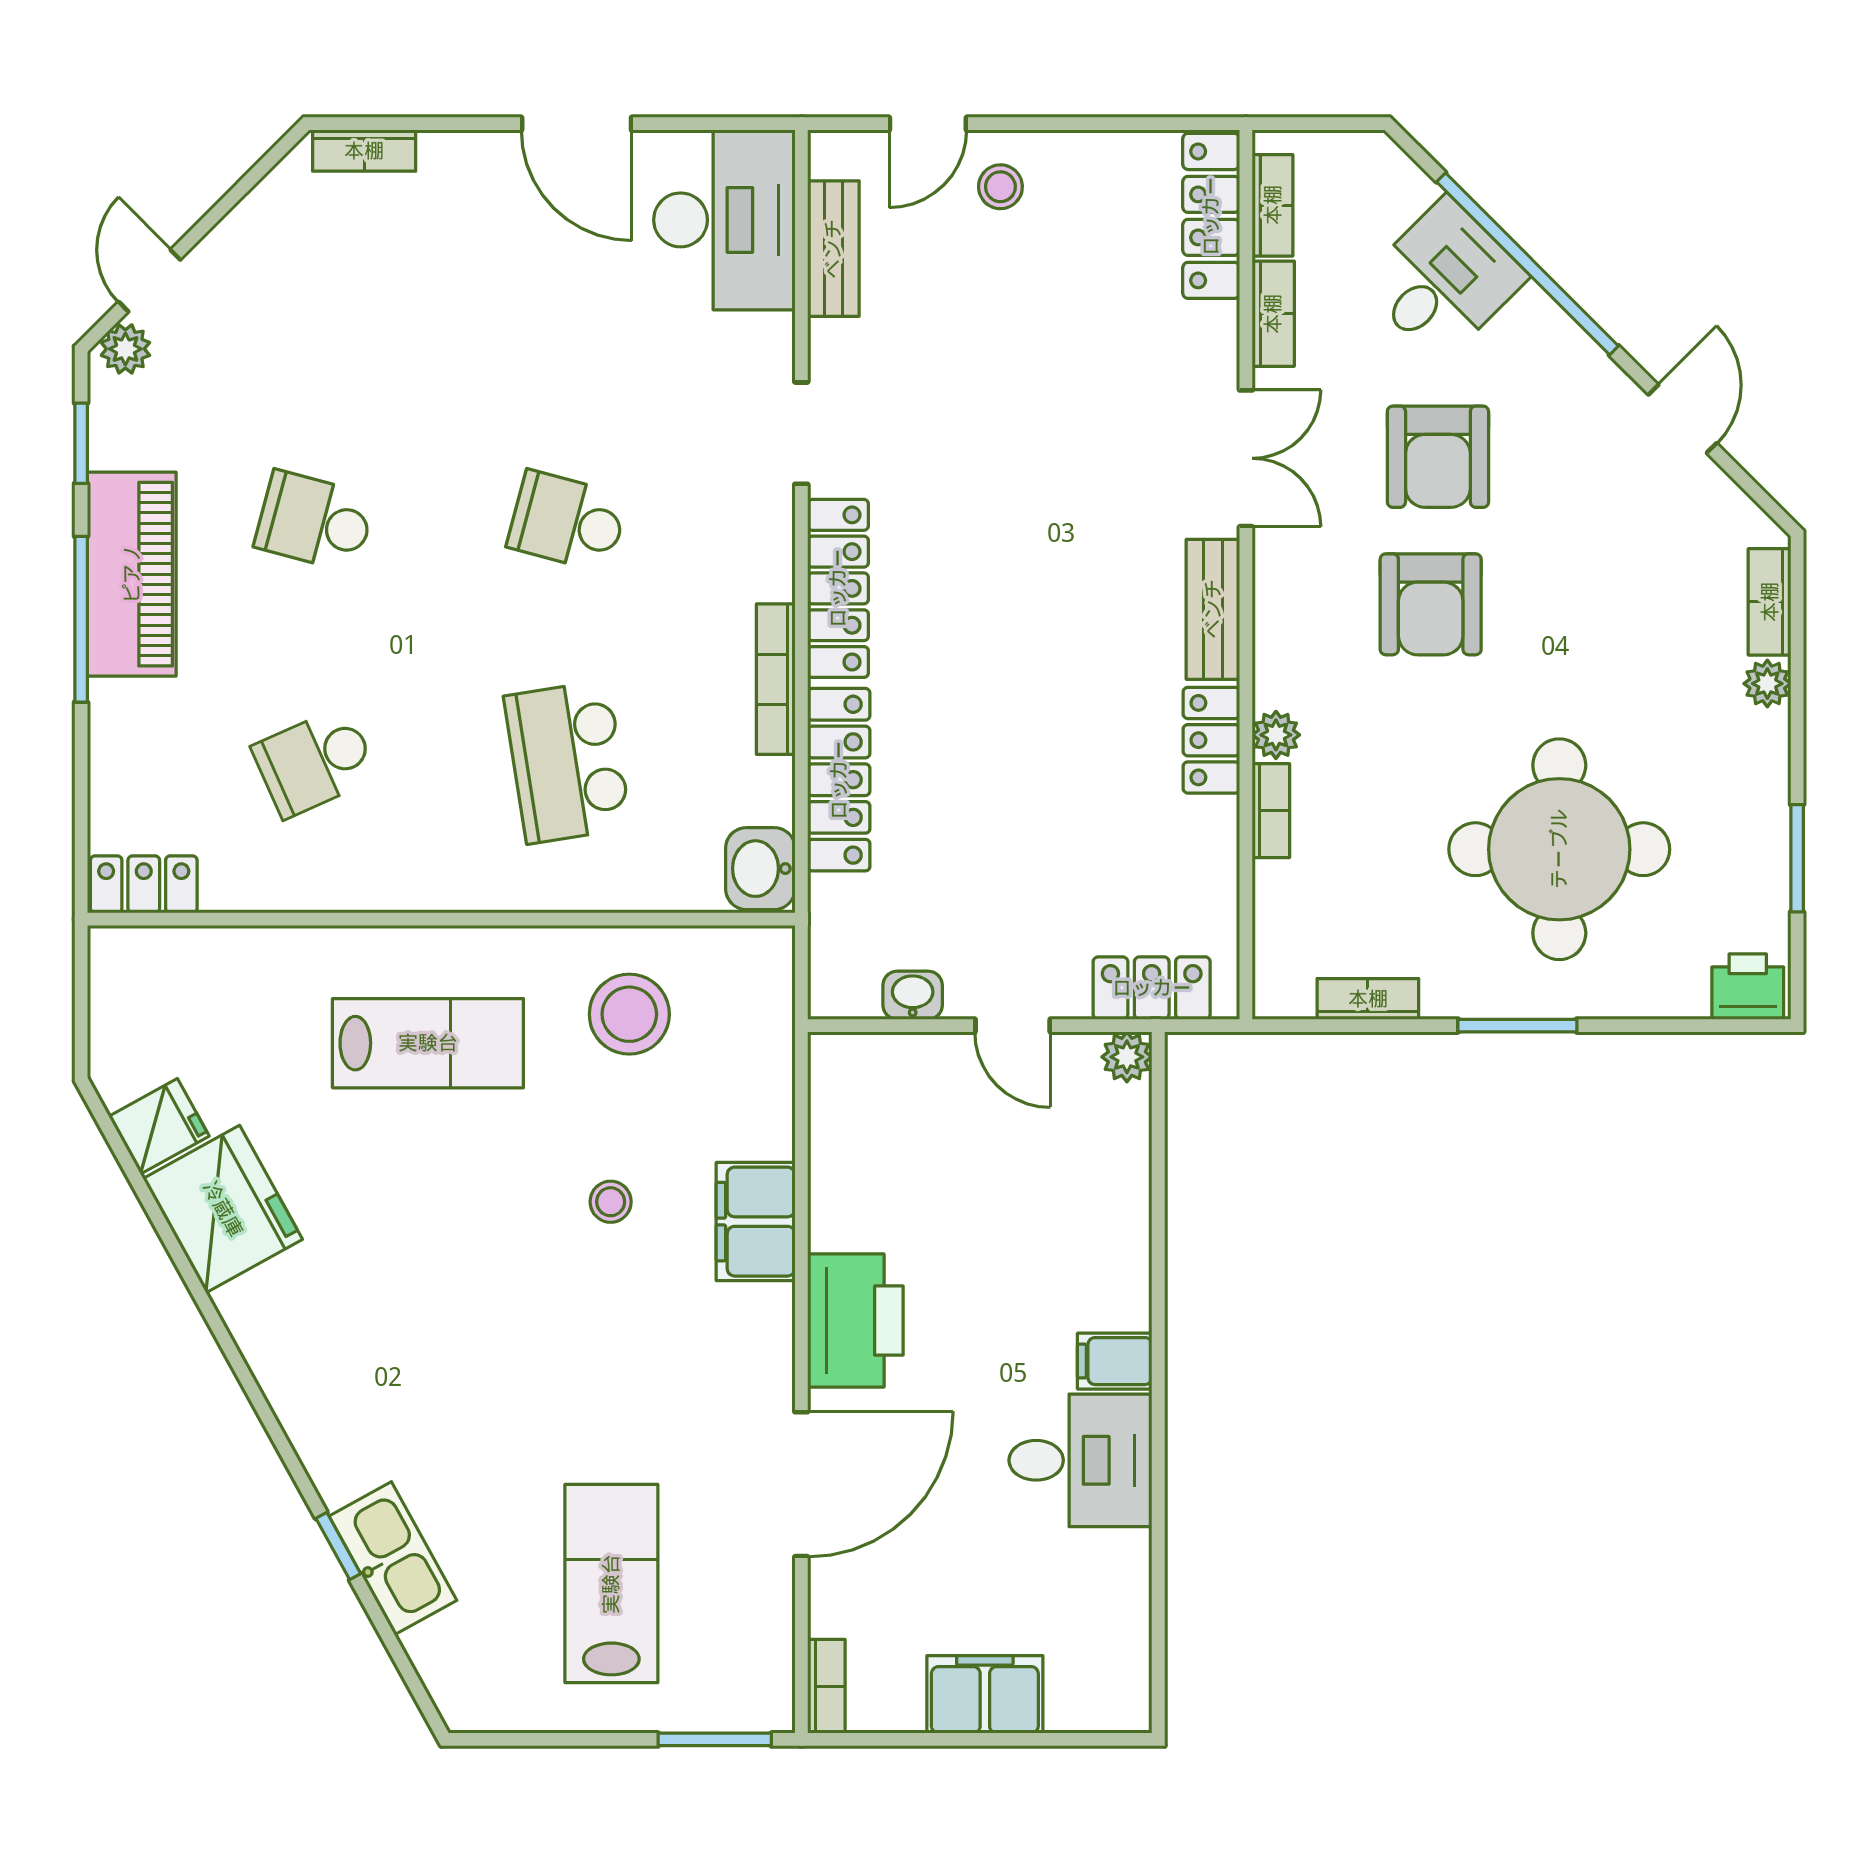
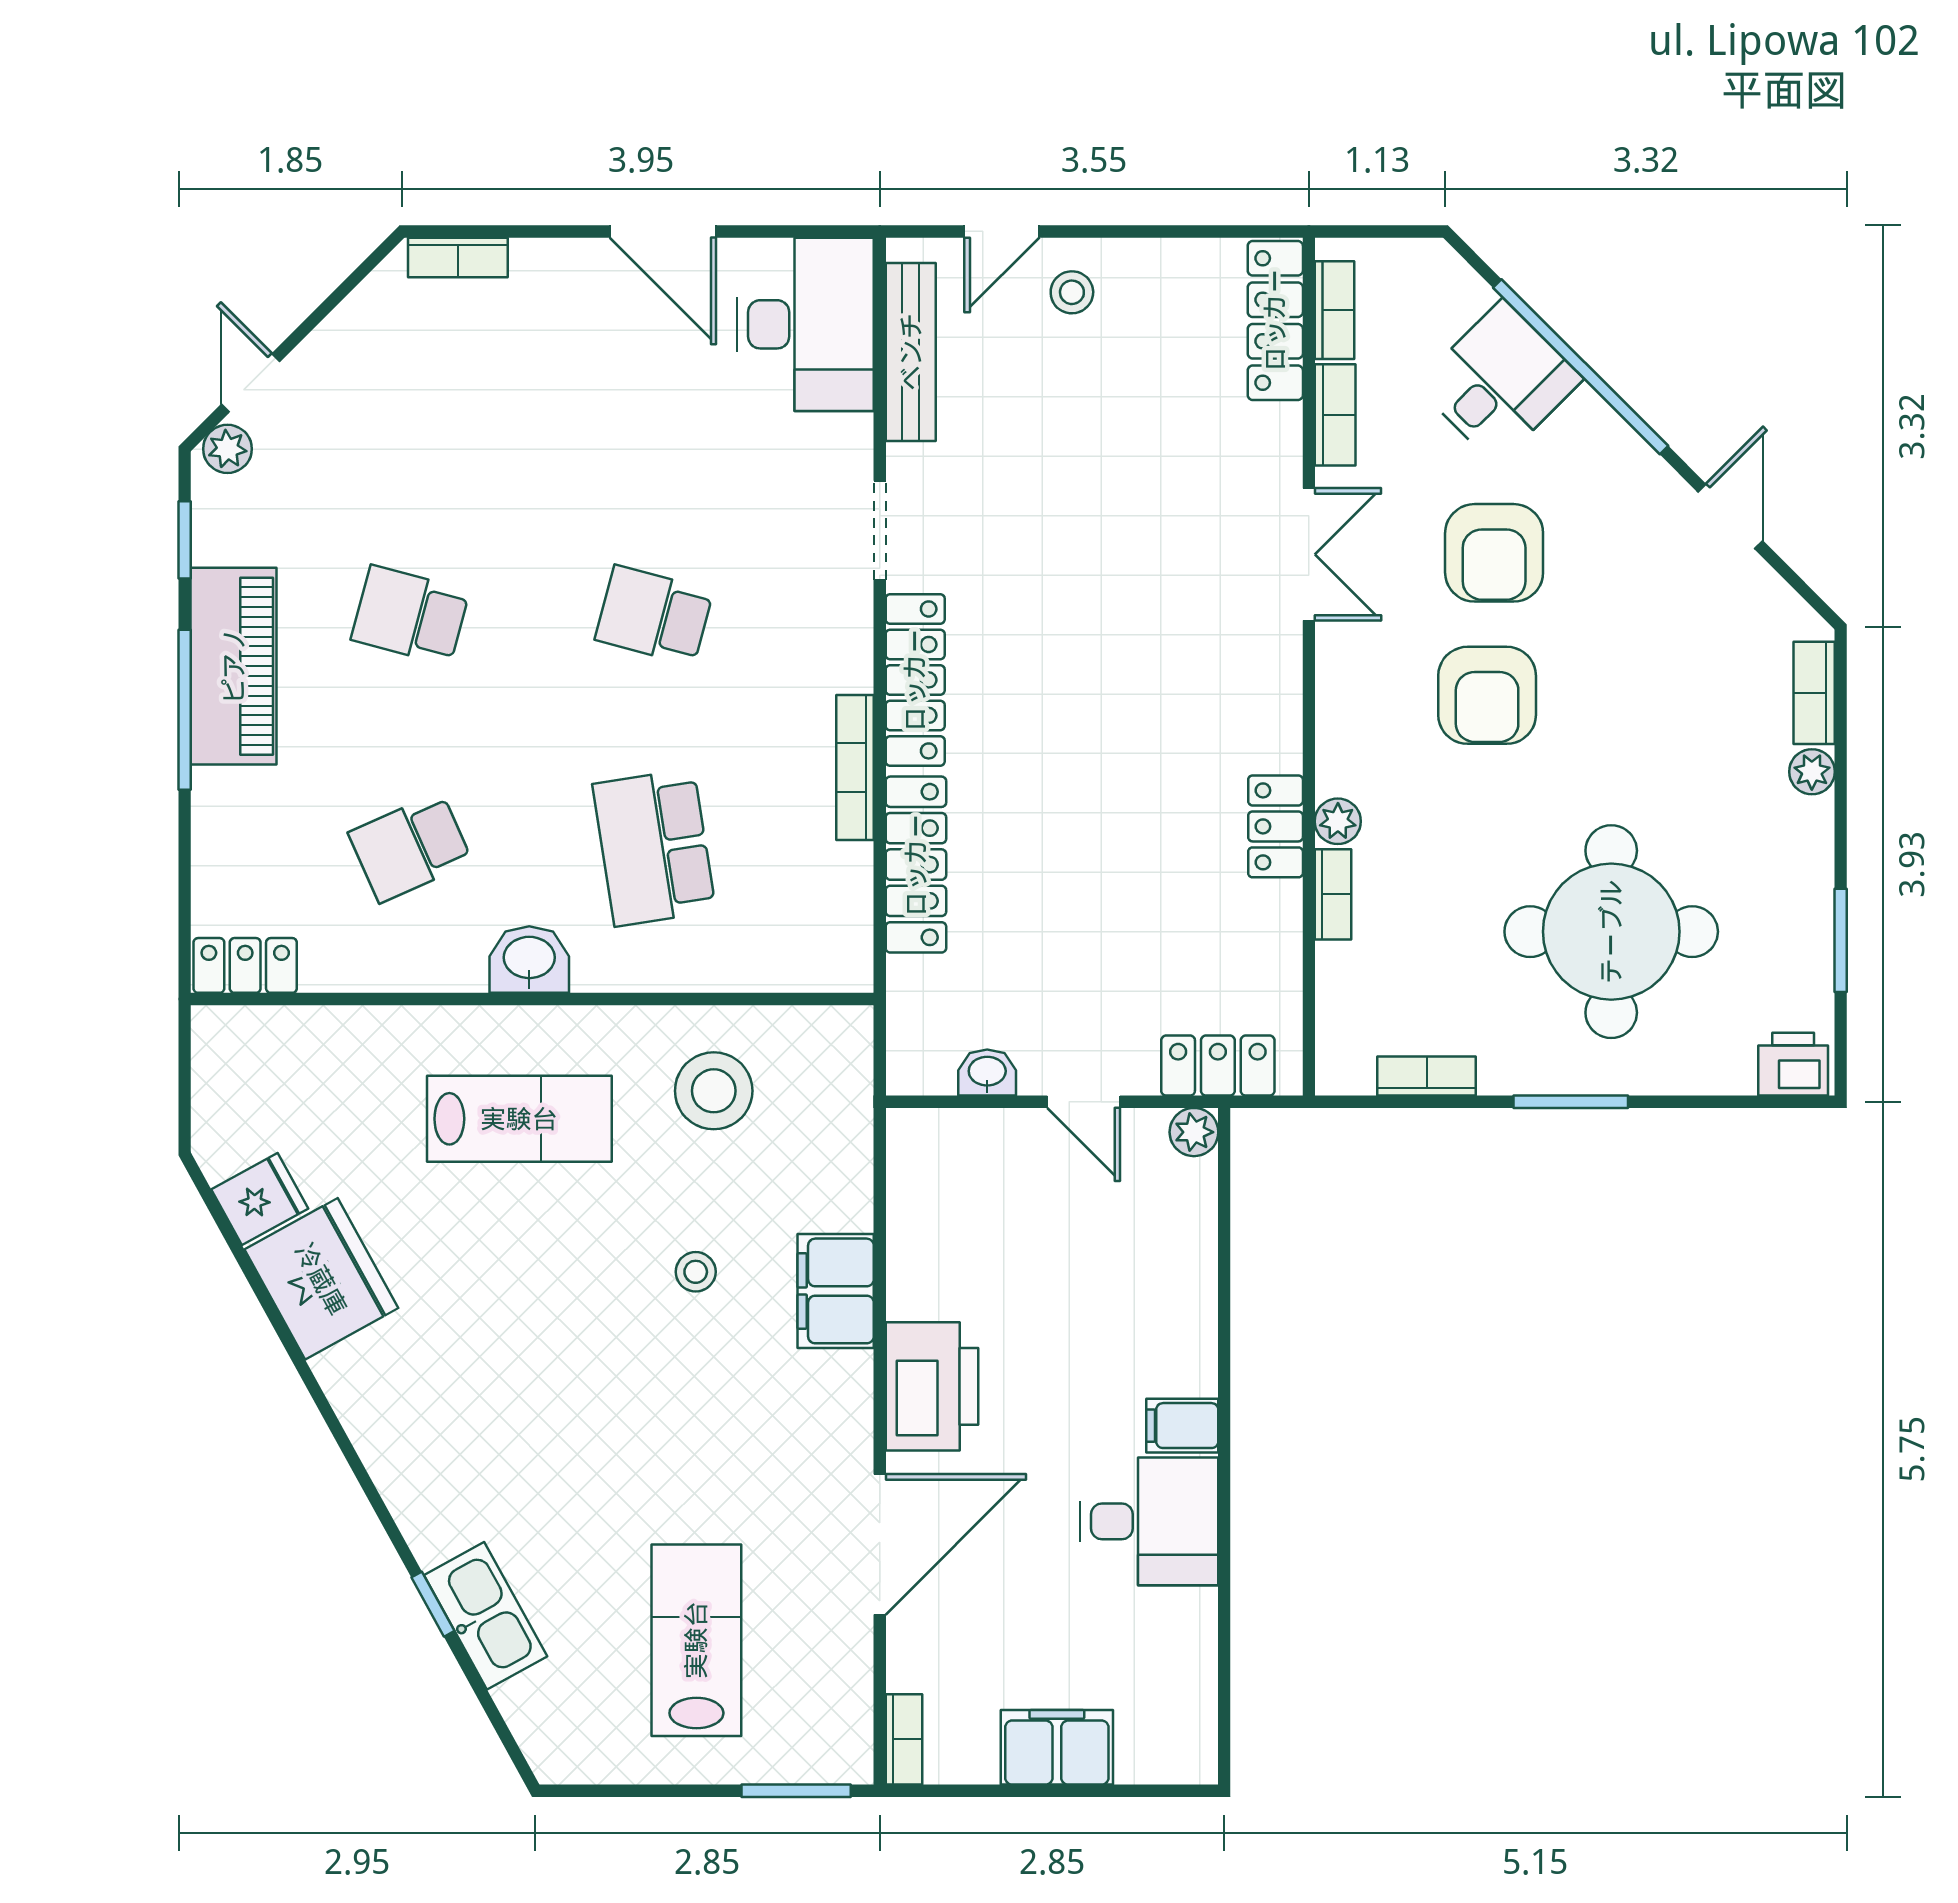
bench: (833, 249) -> (911, 352), width x1.36
bench: (1213, 609) -> (1277, 700), removed
washbasin: (760, 869) -> (529, 960), moved, turned 90

